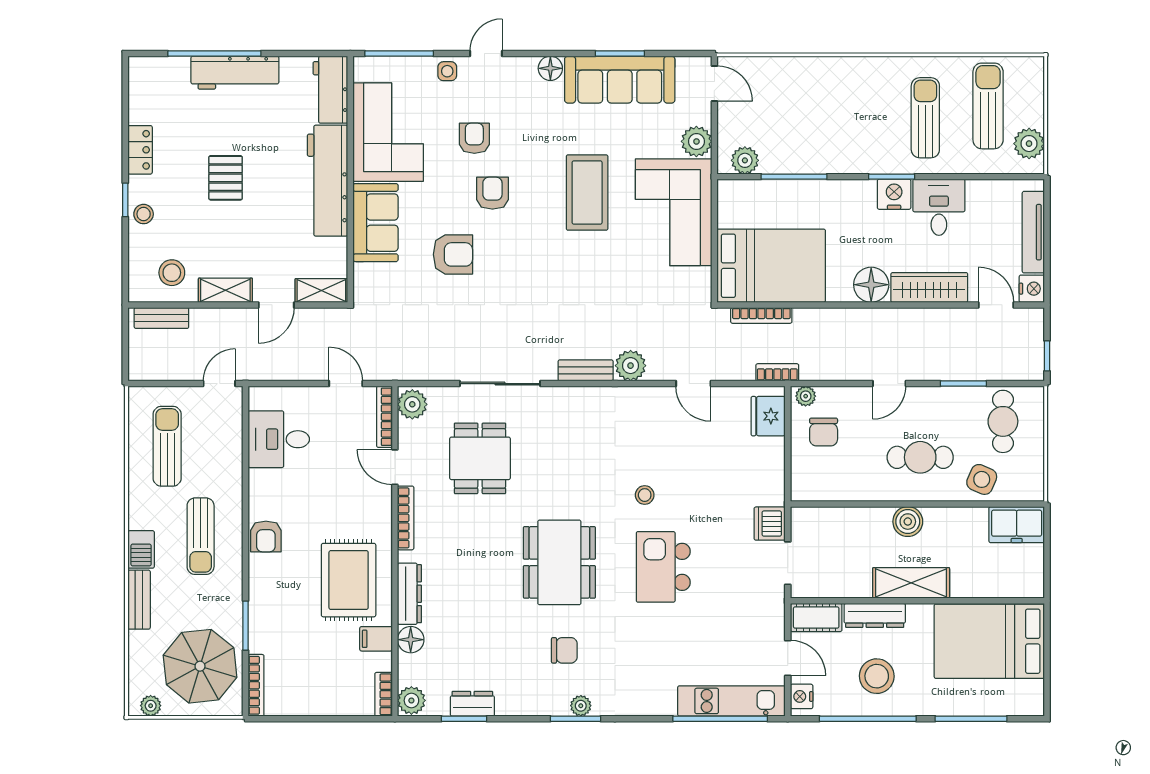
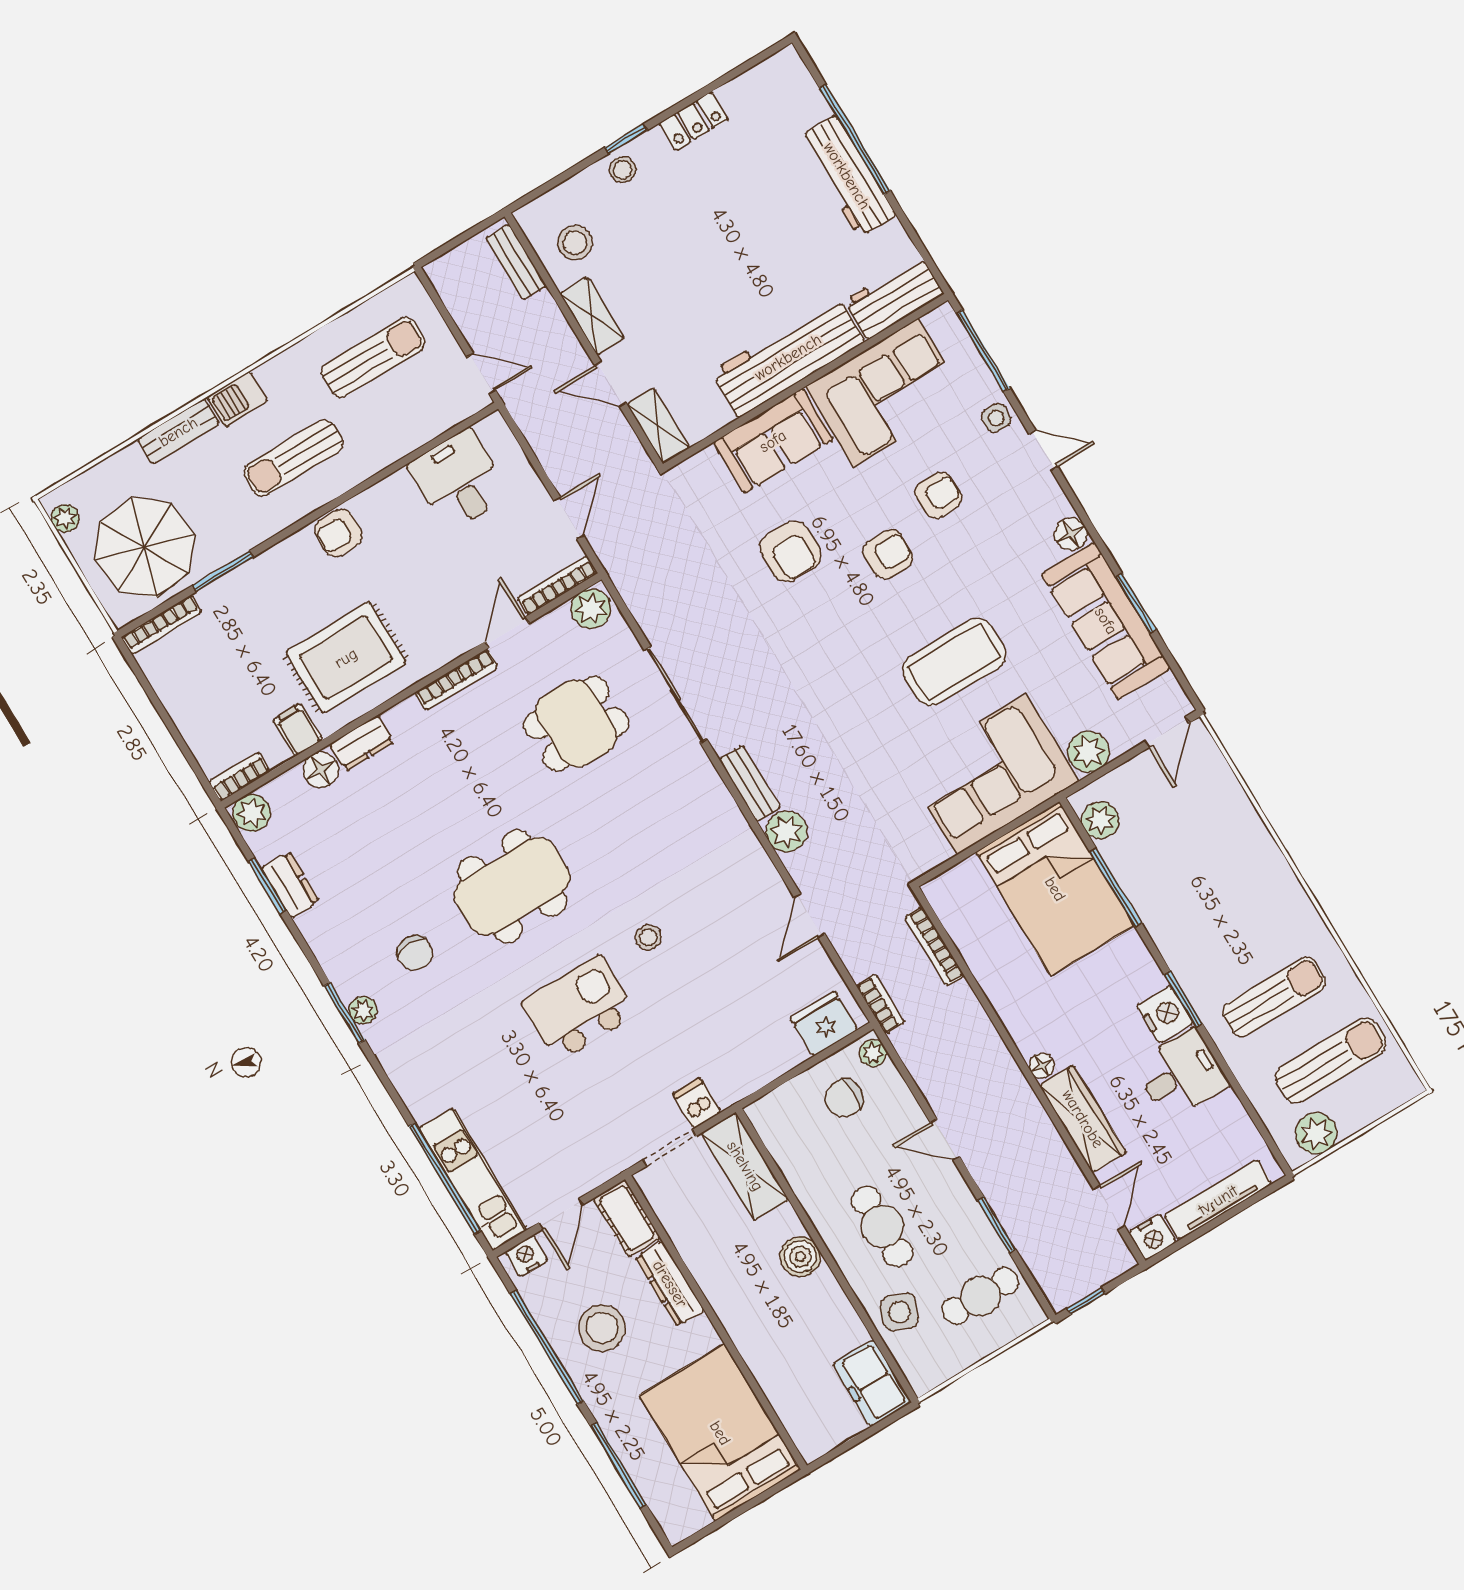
pallet: (226, 178) -> (721, 238), removed
bed: (771, 266) -> (1055, 889), moved
floor lamp: (871, 285) -> (1042, 1066), width x0.53, depth x0.53
dishwasher: (770, 524) -> (697, 1103), width x0.73
shelving: (911, 583) -> (745, 1166), moved
dresser: (409, 594) -> (362, 743), width x0.70

